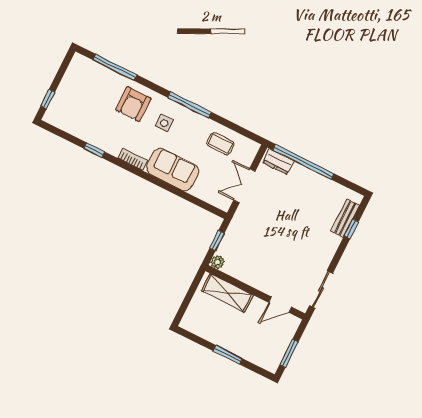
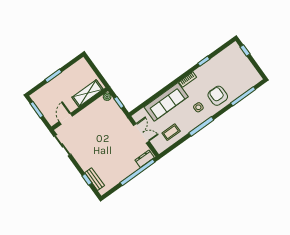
sofa: (173, 170) -> (166, 102), width x1.36

